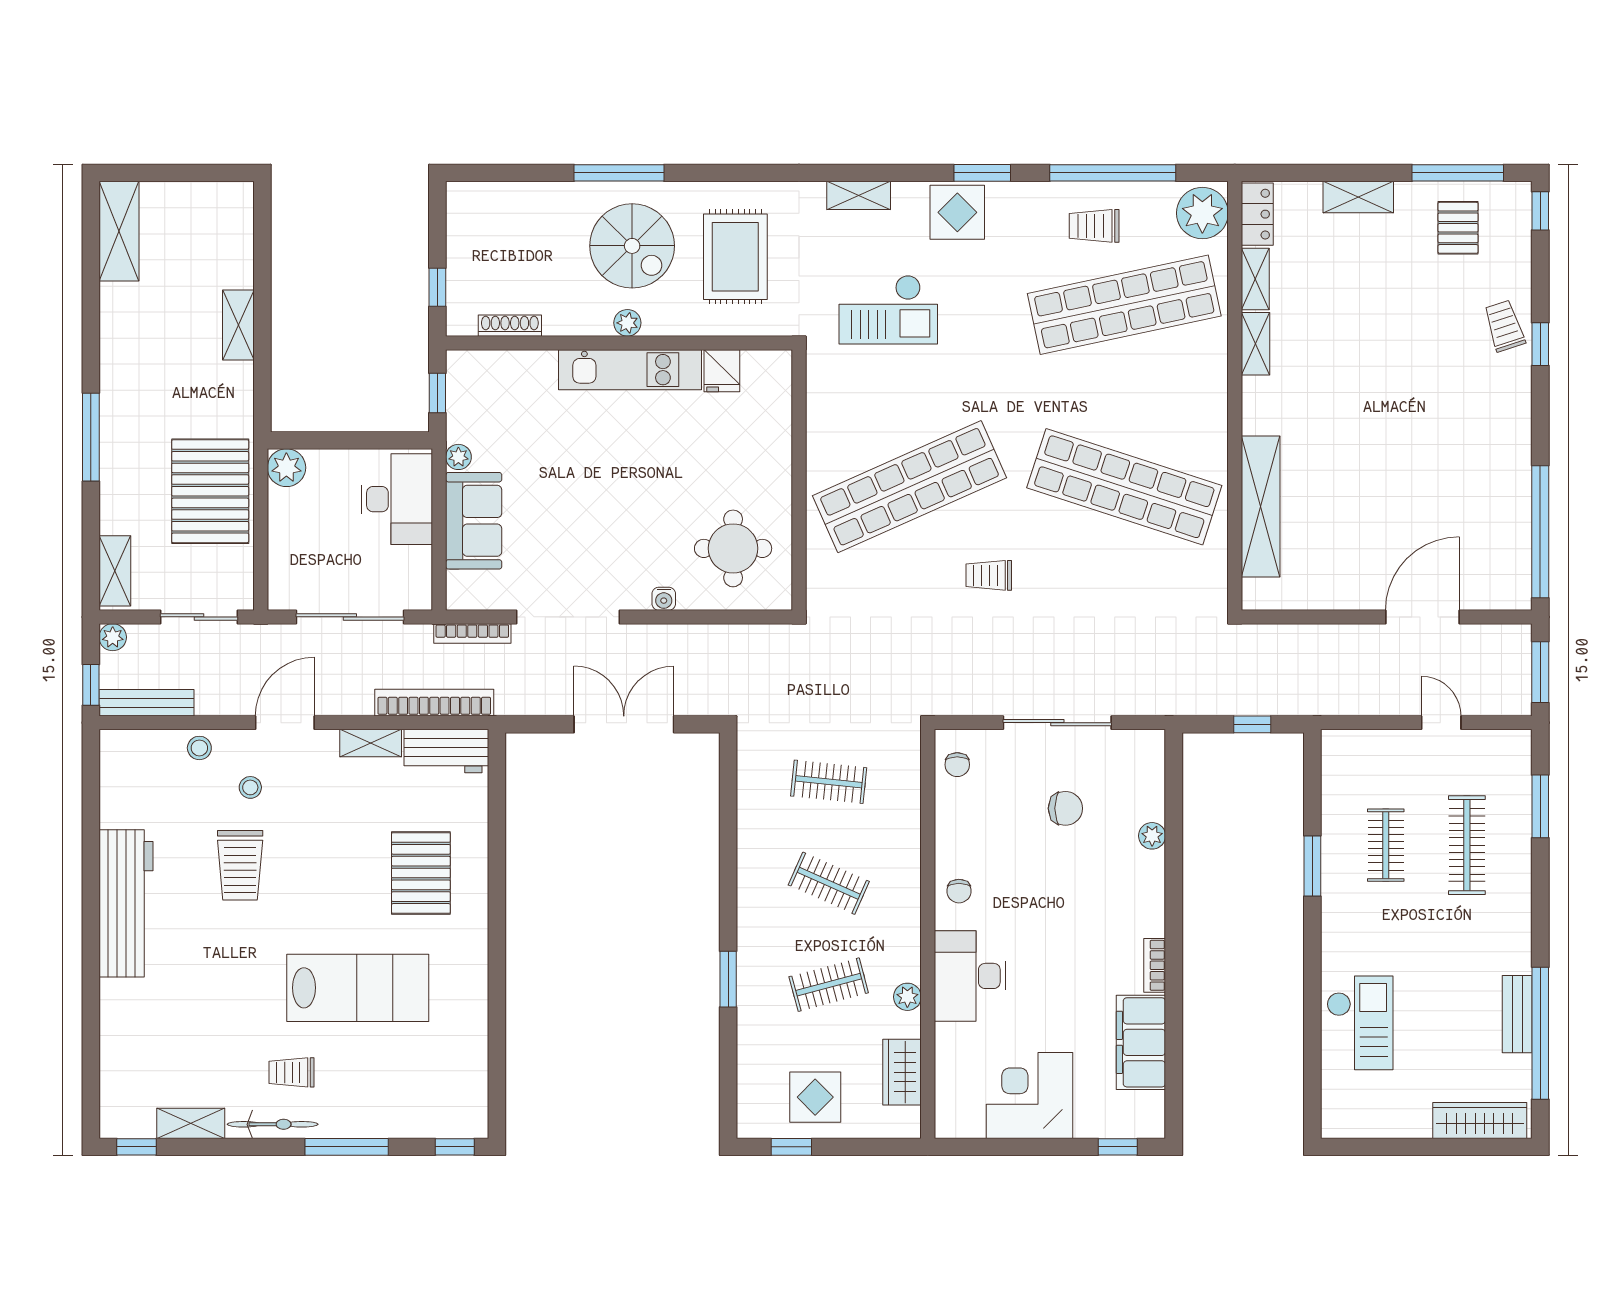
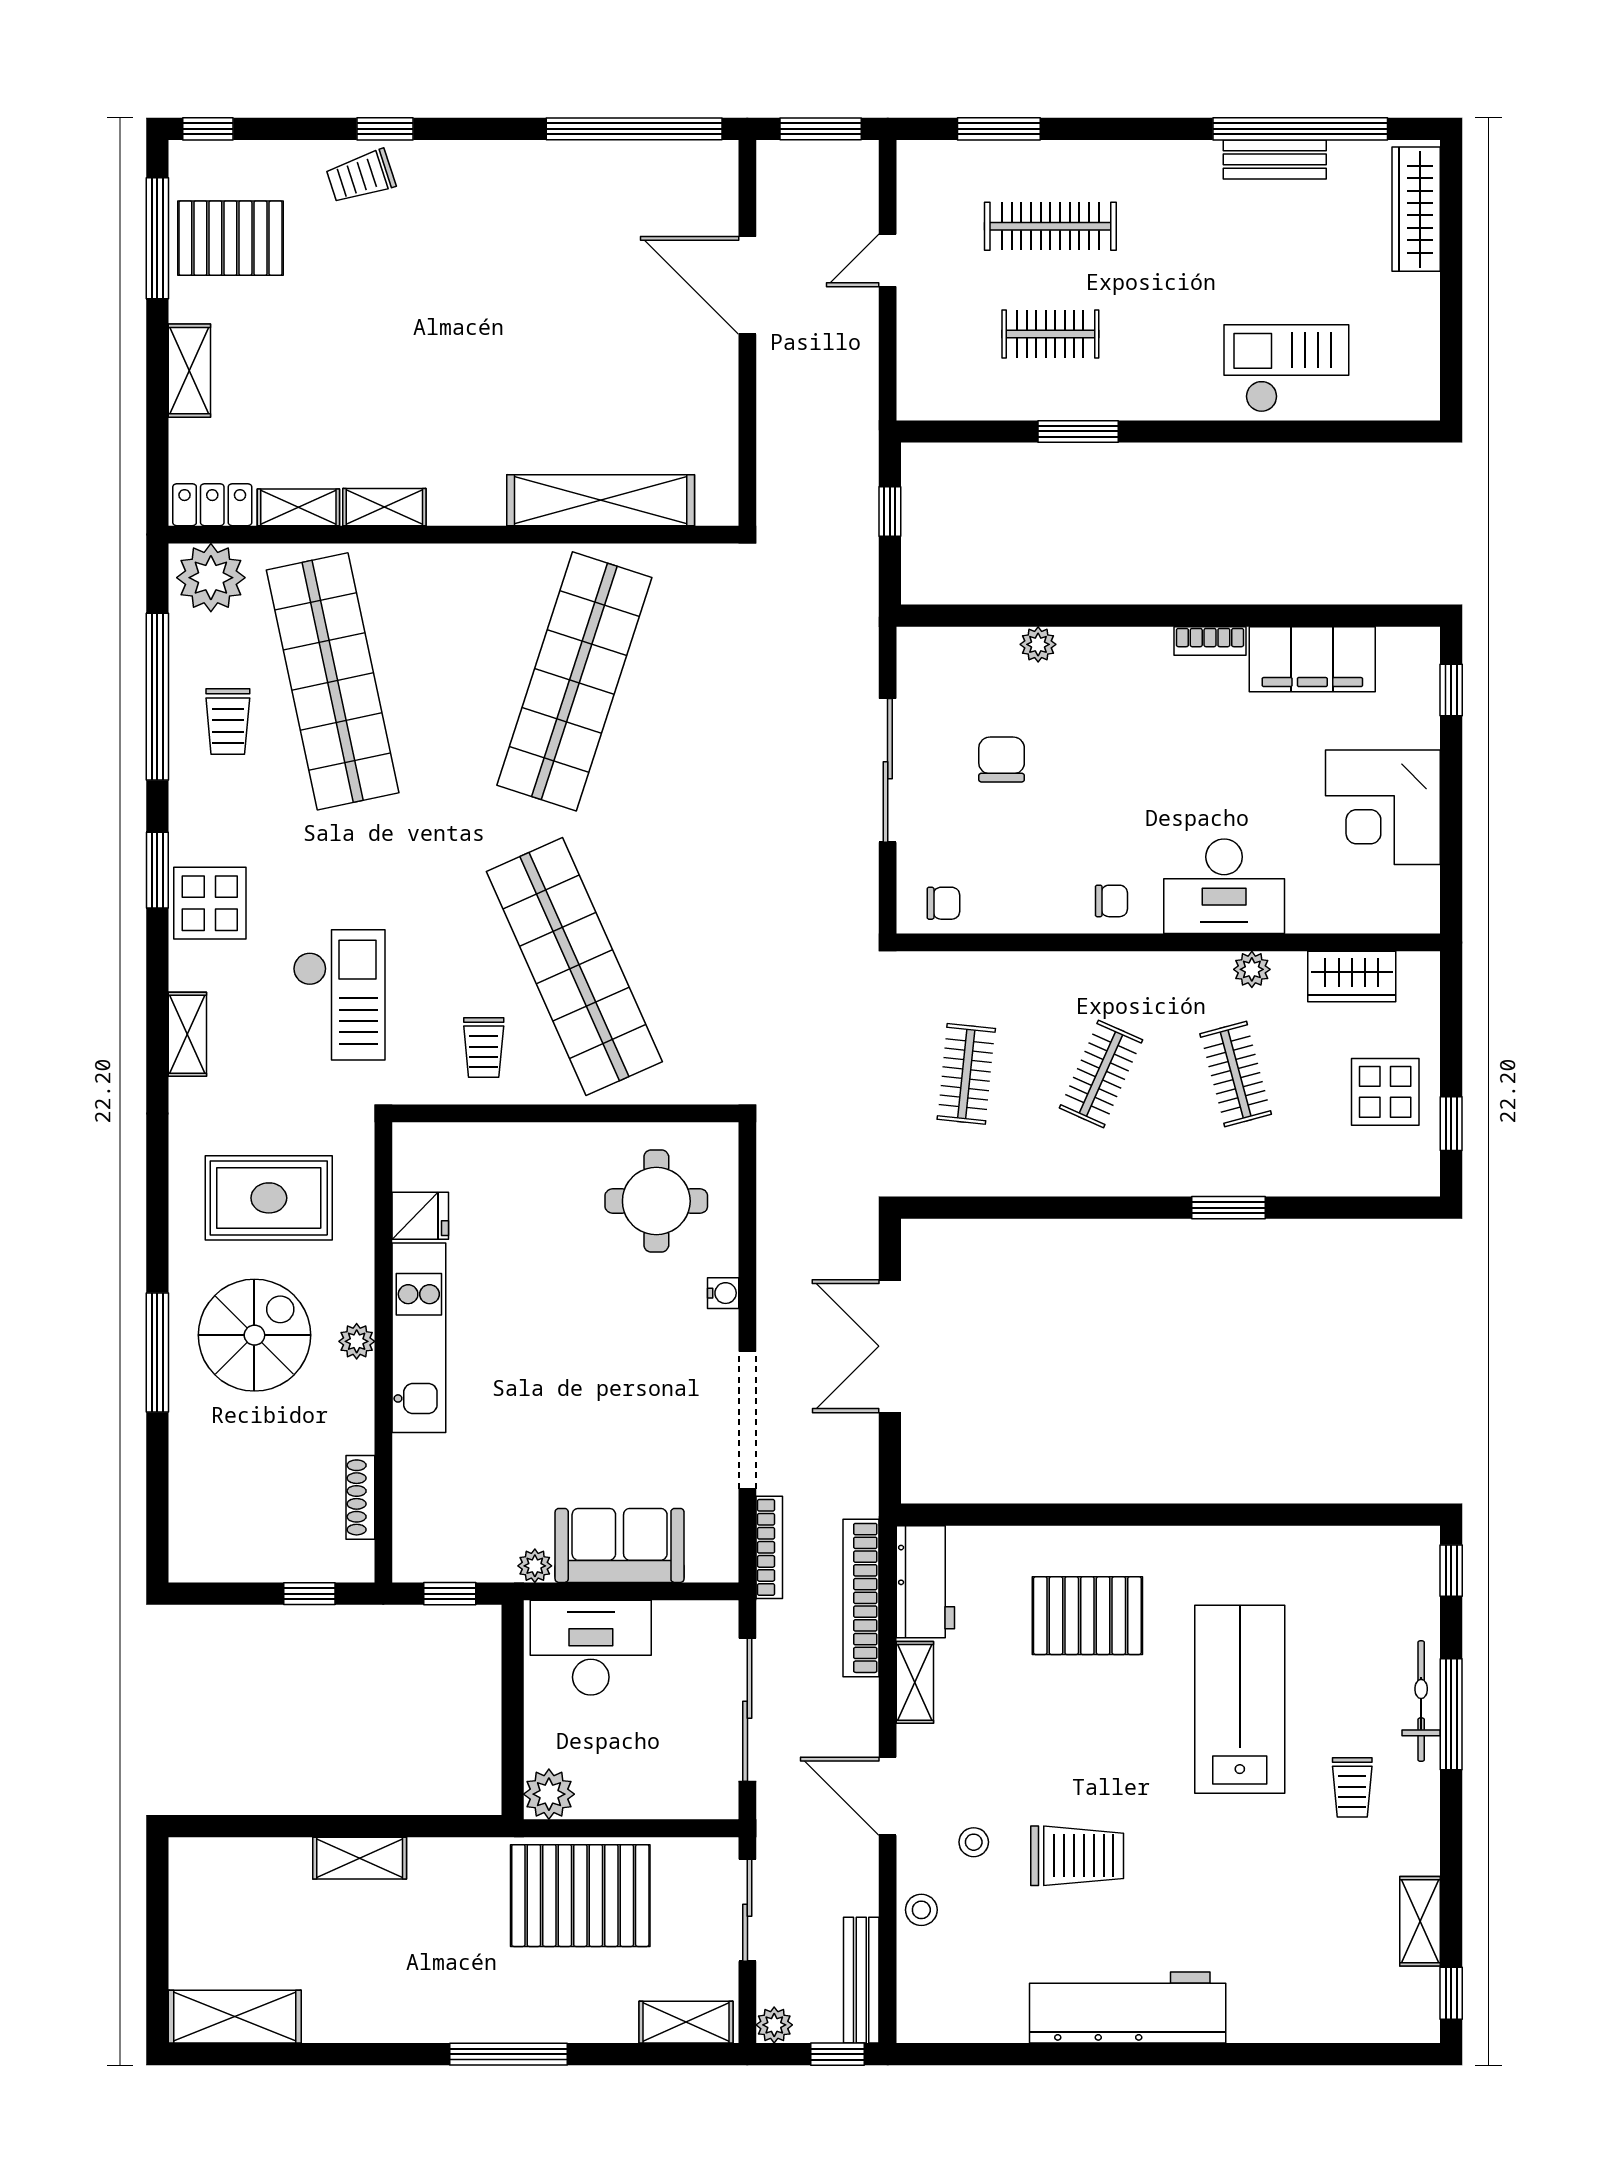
pallet: (1458, 228) -> (230, 238), width x1.50, depth x1.42
trolley: (989, 575) -> (484, 1047), moved
bicycle: (273, 1124) -> (1421, 1701), moved

